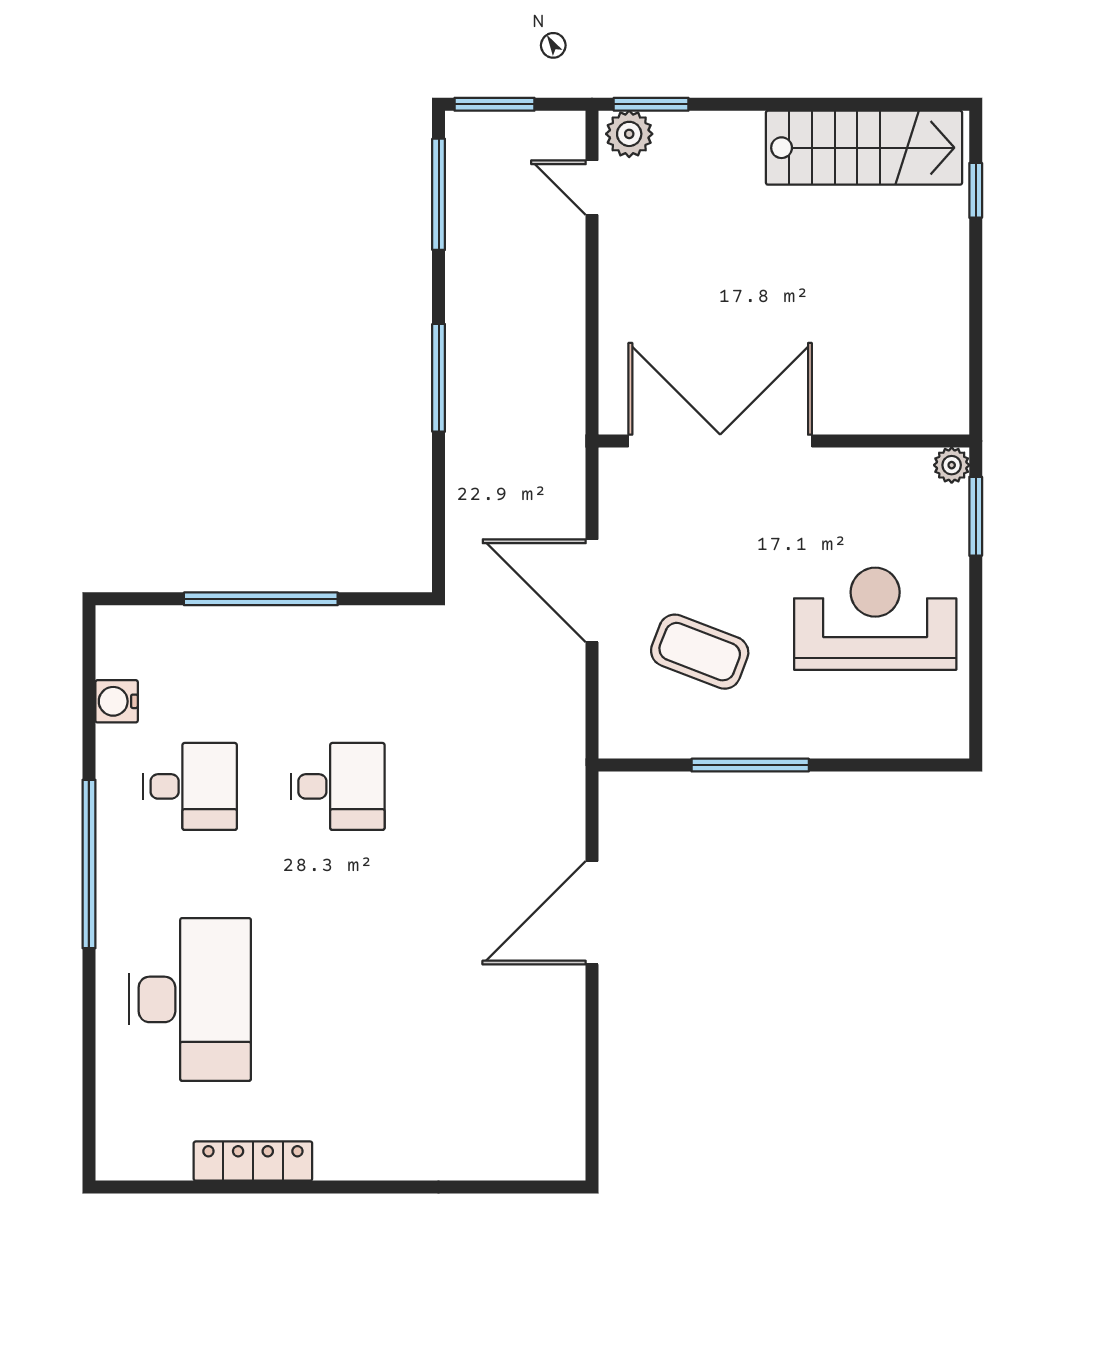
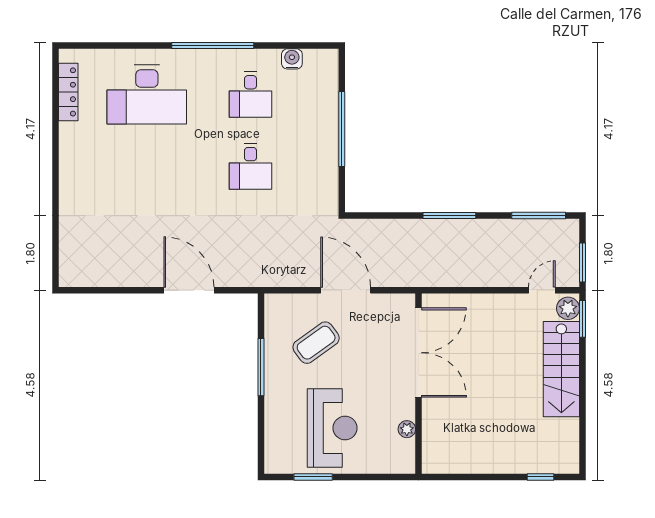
window: (494, 104) -> (582, 262), moved
stairs: (864, 148) -> (561, 369), moved
plant: (952, 465) -> (407, 429), moved
window: (976, 516) -> (313, 477), moved
door: (592, 591) -> (346, 290), hinge flipped
coffee table: (700, 652) -> (316, 343), turned 33
locker: (253, 1161) -> (68, 92), moved

